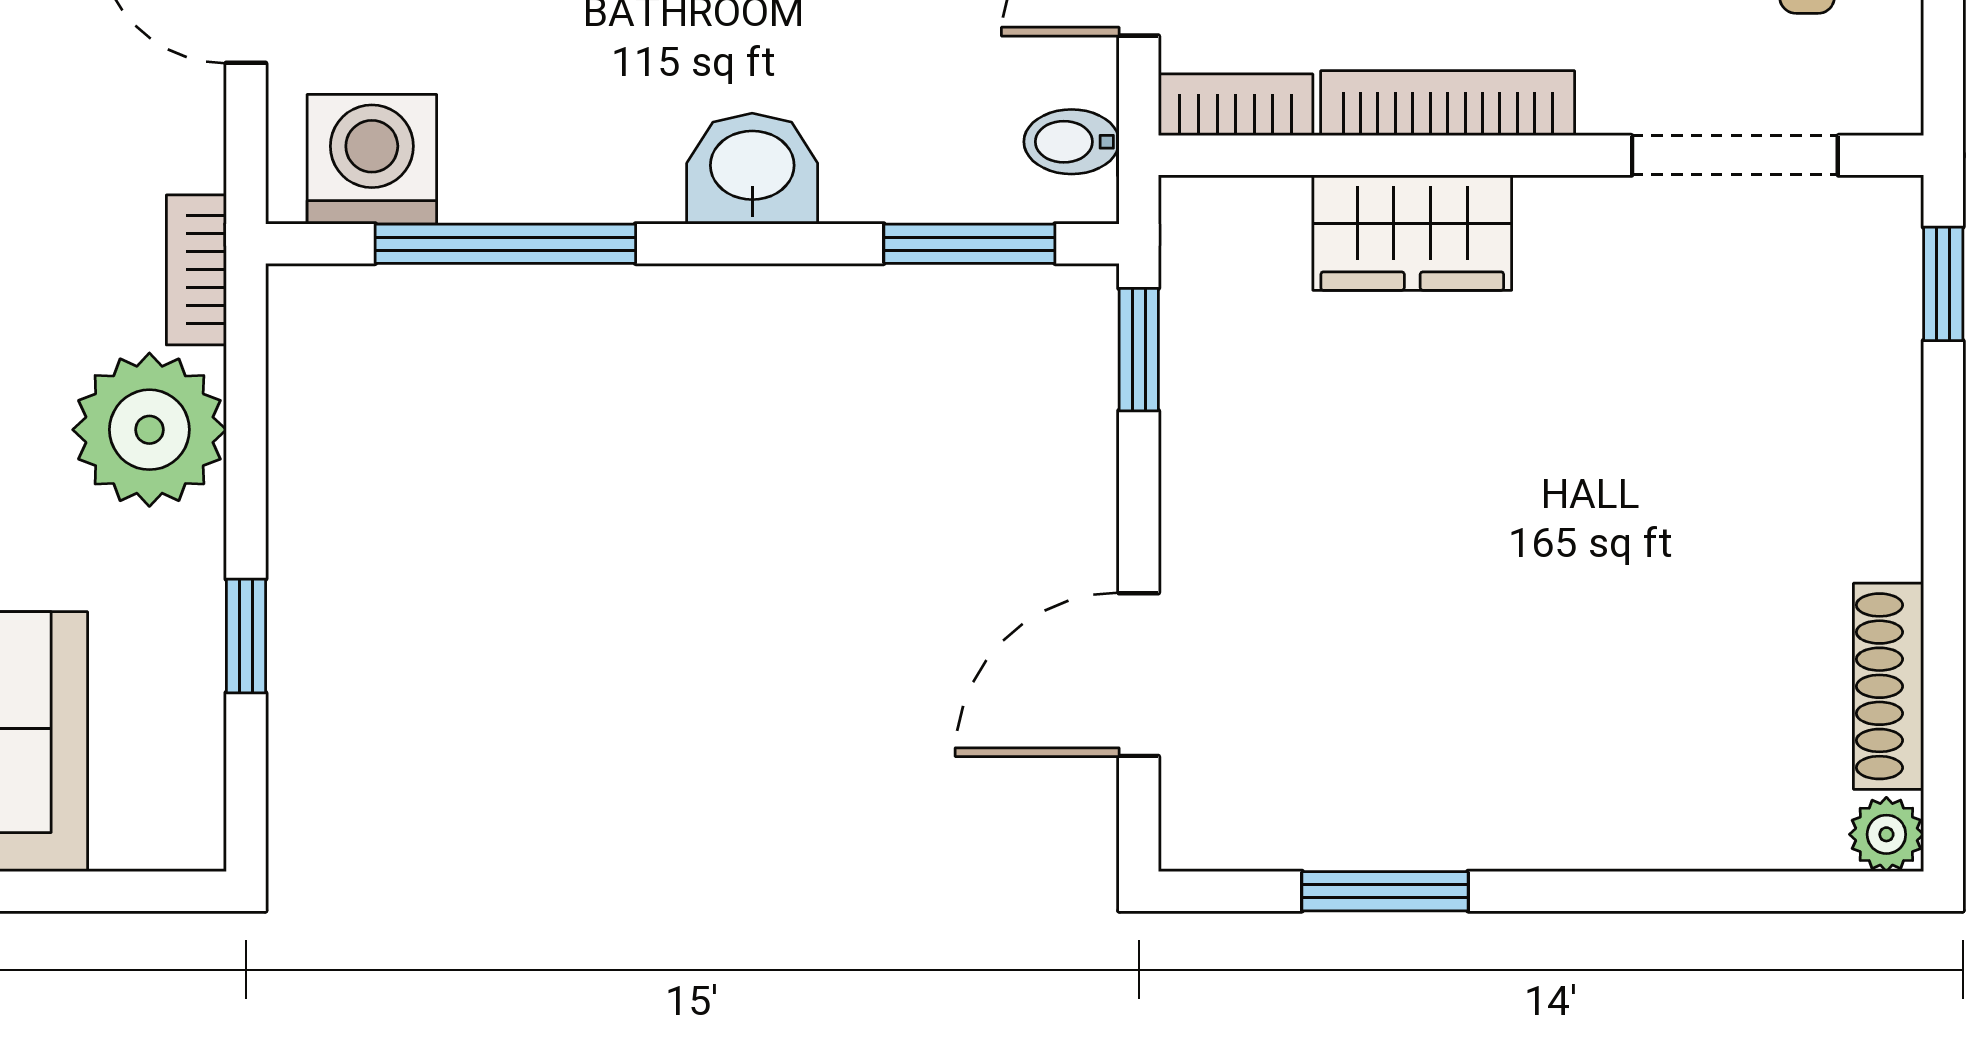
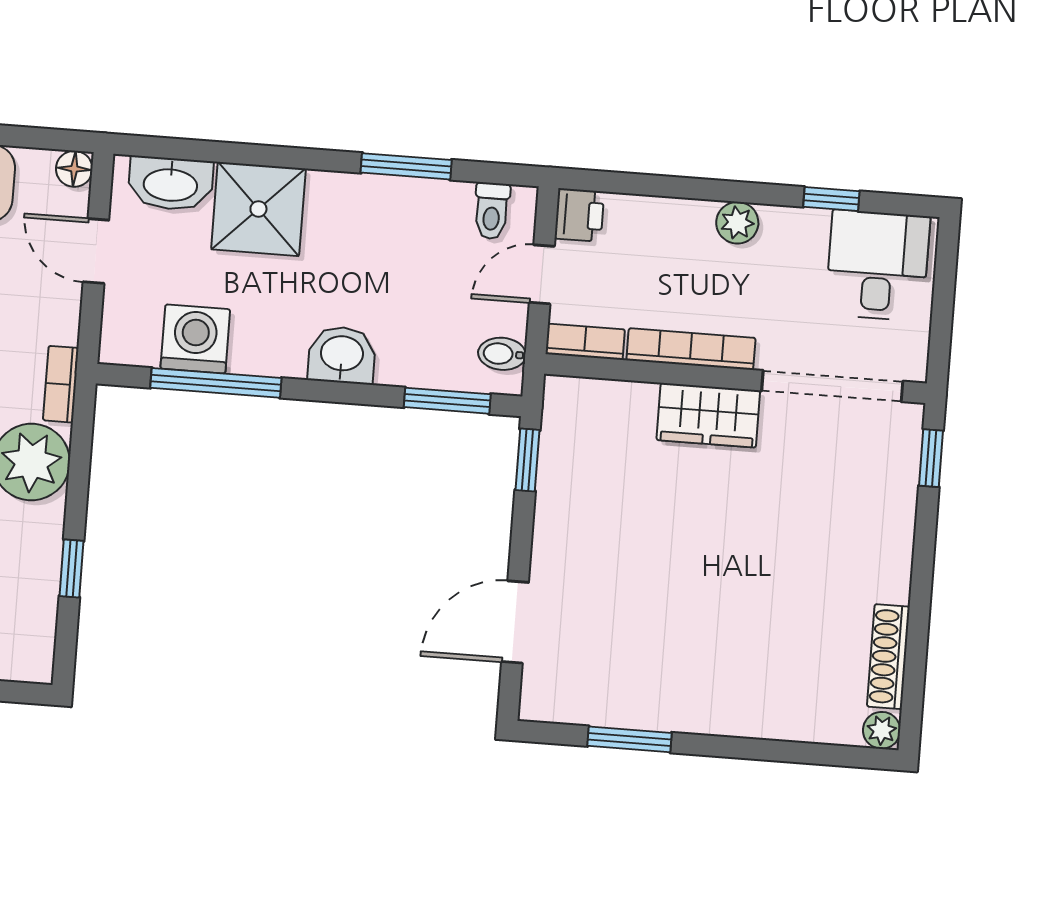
doorway: (1735, 155) -> (832, 386), width x1.36
washing machine: (372, 159) -> (195, 339), moved
wardrobe: (1412, 233) -> (708, 415), moved

